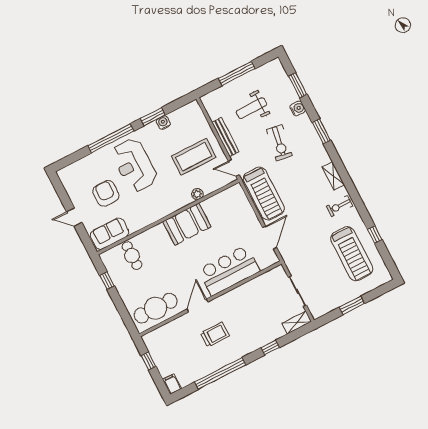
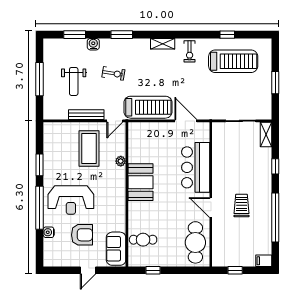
water cooler: (163, 123) -> (49, 232), moved
exercise bike: (279, 143) -> (113, 73), width x0.73, depth x0.72
armchair: (106, 193) -> (82, 235), turned 180

